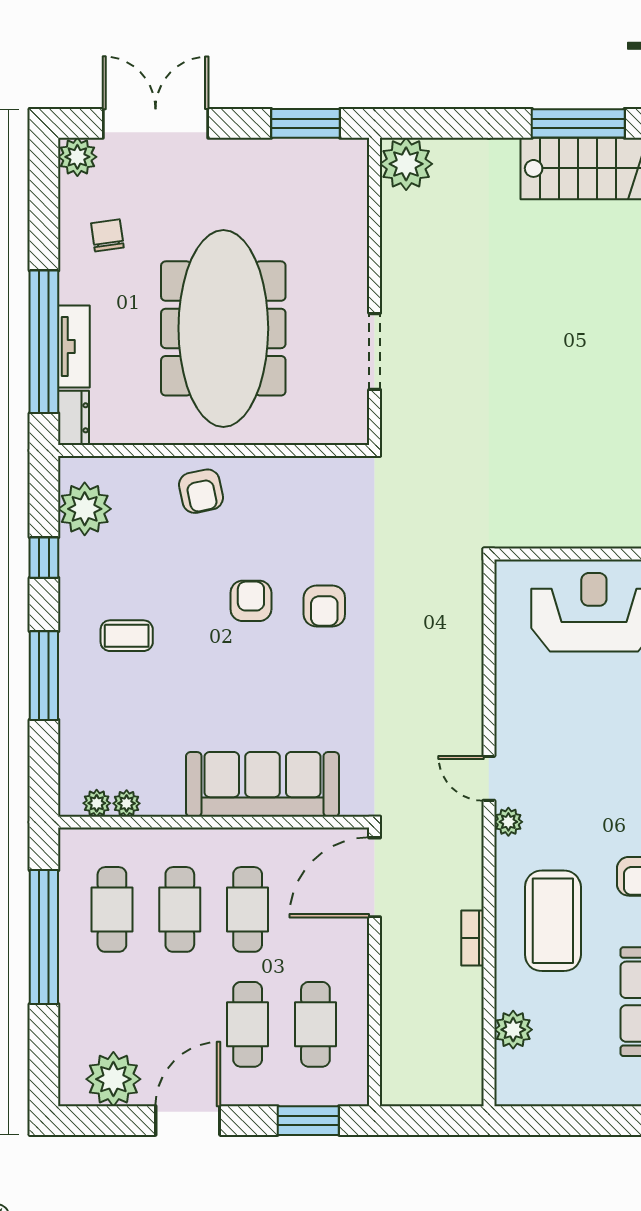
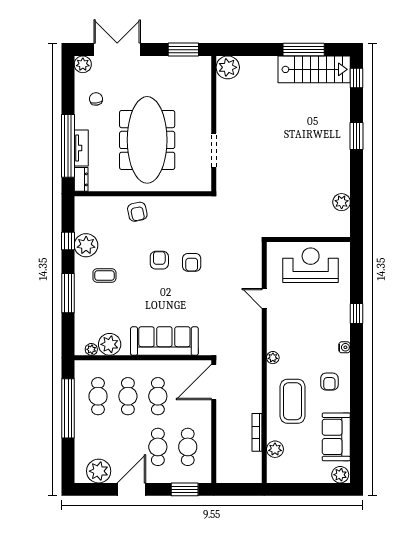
plant: (85, 509) -> (86, 245), moved
door: (489, 778) -> (264, 298), moved
plant: (127, 803) -> (110, 344), width x1.87, depth x1.87
bookcase: (473, 938) -> (257, 432), moved, width x1.56

